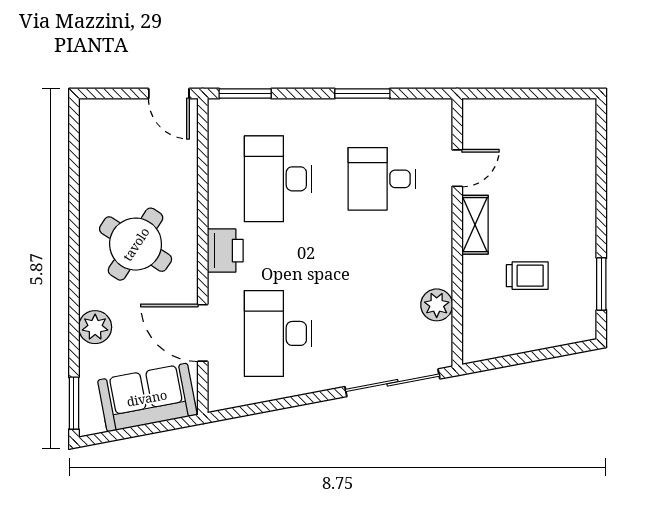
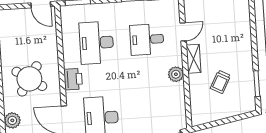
trolley: (527, 276) -> (220, 82), turned 118
plant: (437, 305) -> (176, 74), moved

